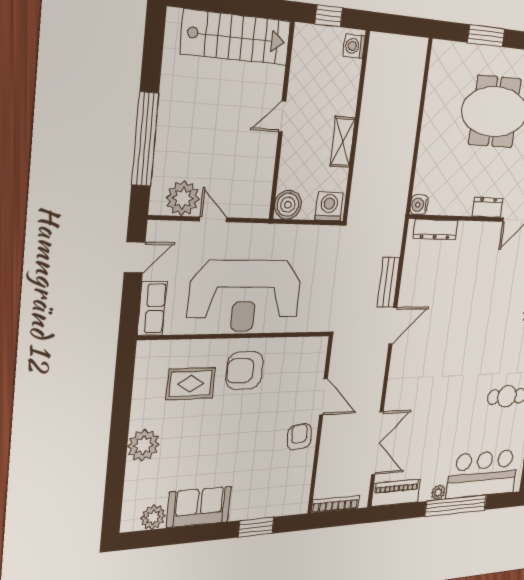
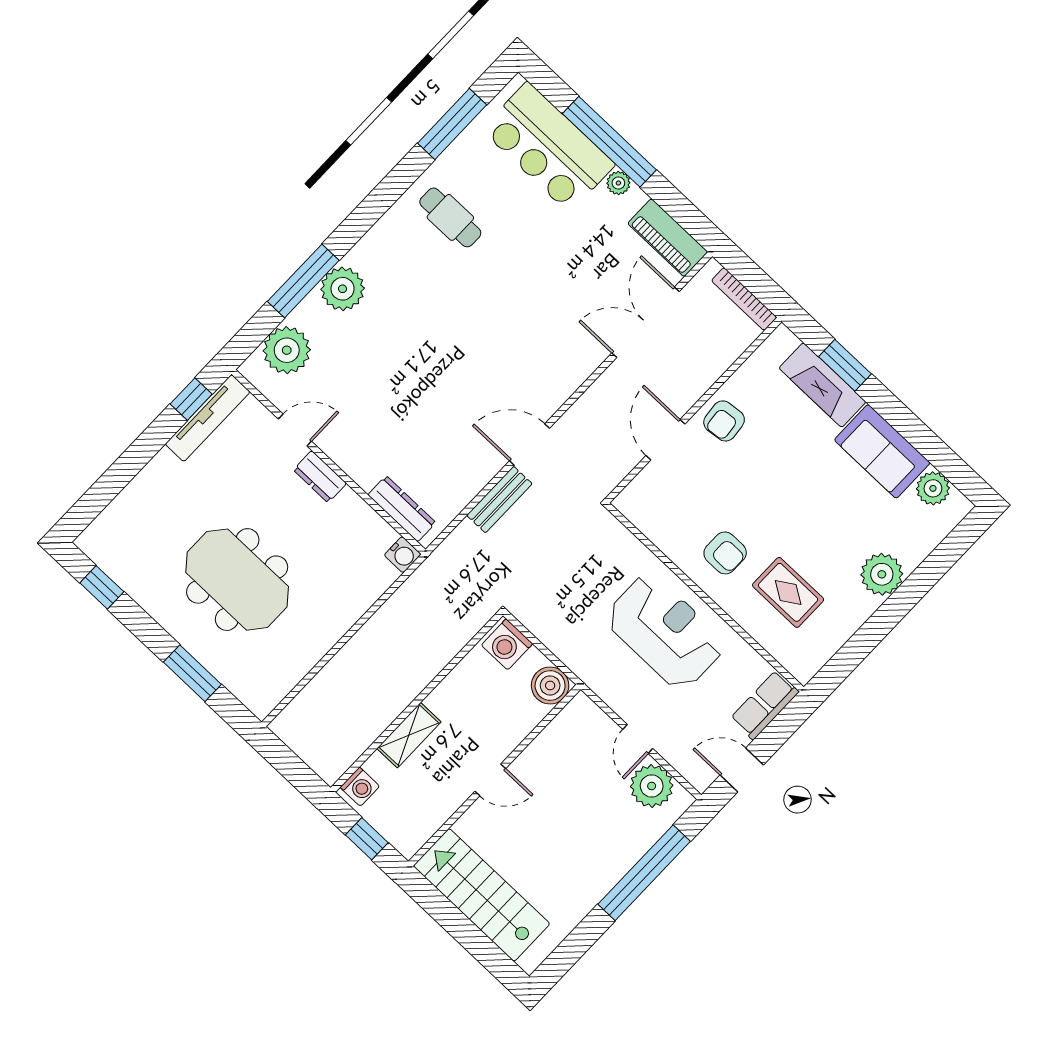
shelving: (343, 142) -> (409, 735), moved
reception desk: (245, 296) -> (665, 632), width x0.74, depth x0.77
armchair: (244, 371) -> (725, 553), width x0.72, depth x0.72
fireplace: (260, 506) -> (822, 385), added

